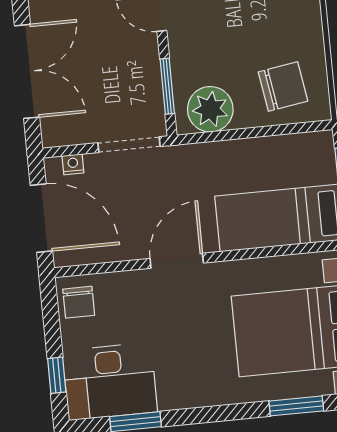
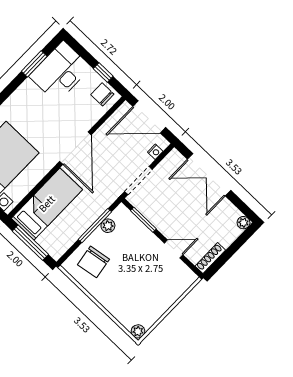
plant: (210, 109) -> (108, 226), width x0.53, depth x0.53
window: (239, 134) -> (95, 226), added
door: (177, 261) -> (75, 148), width x1.36
window: (57, 375) -> (103, 72), moved

